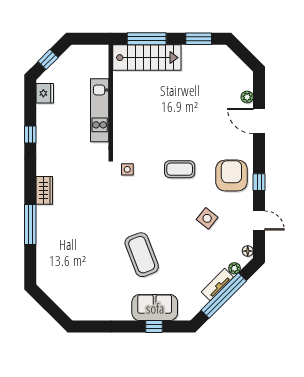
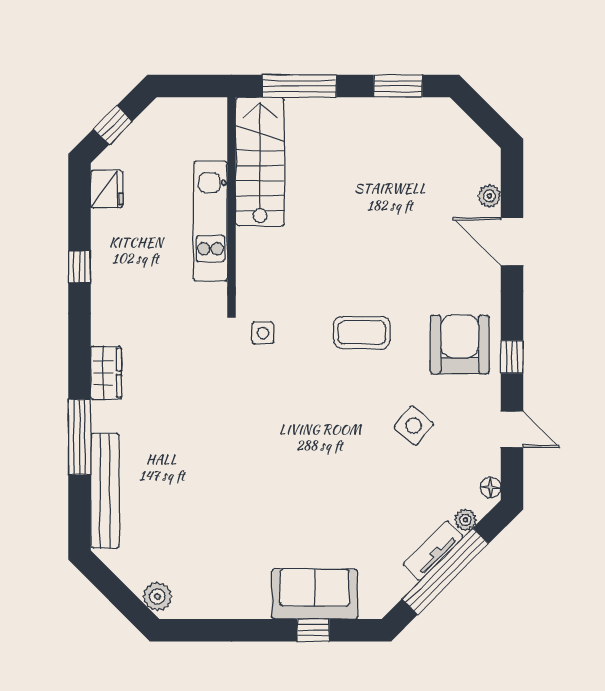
stairs: (147, 58) -> (260, 161), moved, turned -90
bench: (44, 253) -> (105, 491), added
coffee table: (142, 255) -> (290, 494), removed
plant: (72, 309) -> (157, 597), added

